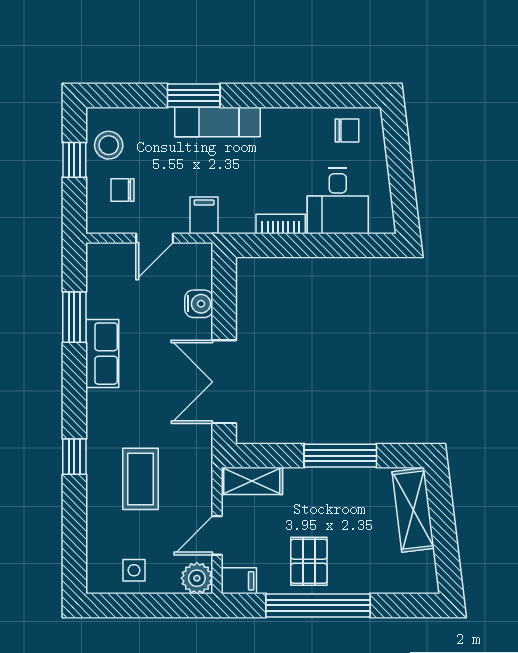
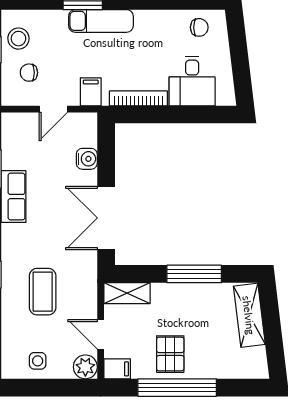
bookcase: (281, 224) -> (138, 98), width x1.56
door: (217, 535) -> (101, 334), hinge flipped

